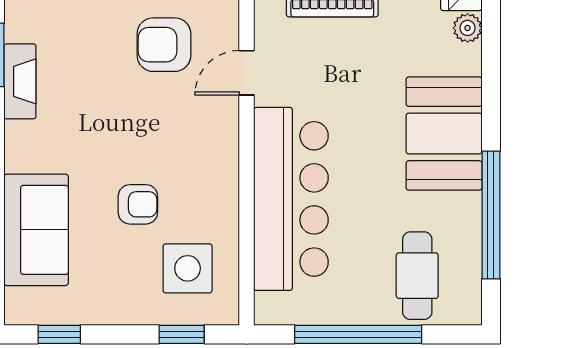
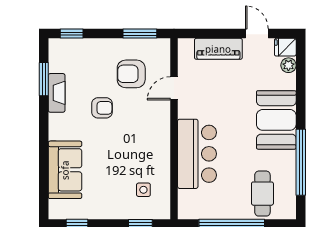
bar counter: (291, 199) -> (197, 154), width x0.73
armchair: (138, 204) -> (102, 108), moved
side table: (188, 268) -> (143, 190), width x0.54, depth x0.54

